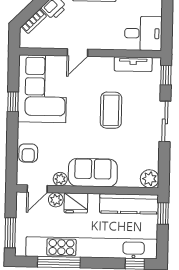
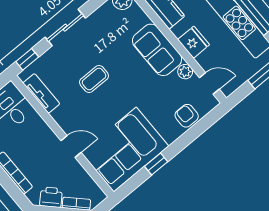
coffee table: (111, 110) -> (94, 79), width x0.73, depth x0.77
armchair: (28, 153) -> (187, 116), turned -90
plant: (56, 200) -> (205, 61), removed

